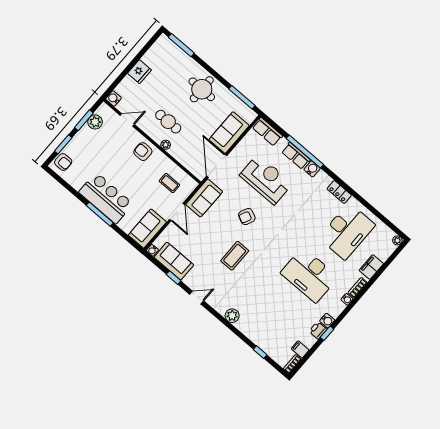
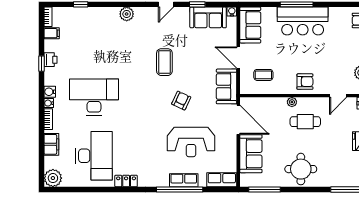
water cooler: (312, 169) -> (162, 181), removed
desk: (347, 231) -> (94, 156), turned 180
plant: (397, 240) -> (53, 178), width x1.88, depth x1.88
water cooler: (327, 321) -> (50, 92), moved

